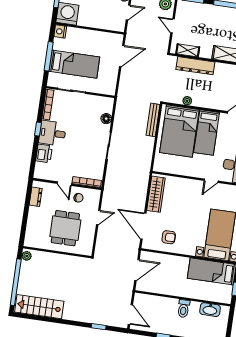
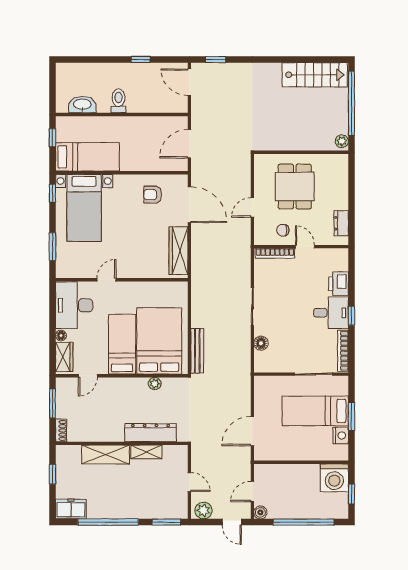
nightstand: (60, 31) -> (341, 435), moved
shelving: (188, 50) -> (146, 452), moved
window: (49, 56) -> (351, 416), width x0.69
window: (99, 327) -> (216, 59), moved

